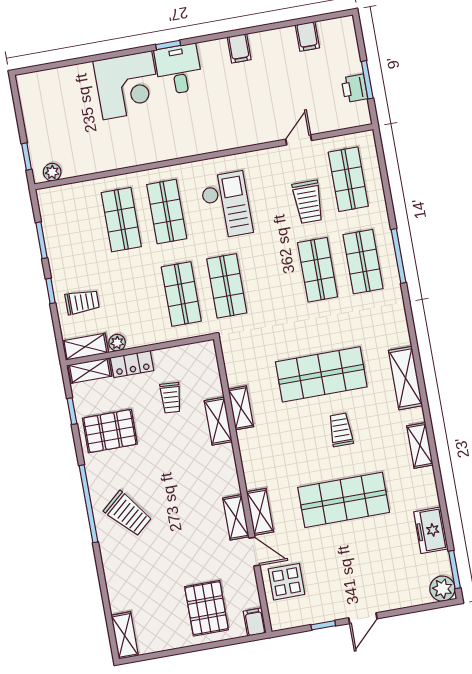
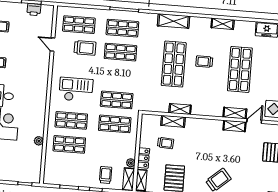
plant: (52, 172) -> (39, 141), moved
shelving: (405, 378) -> (174, 21), moved
shelving: (218, 421) -> (173, 121), moved

